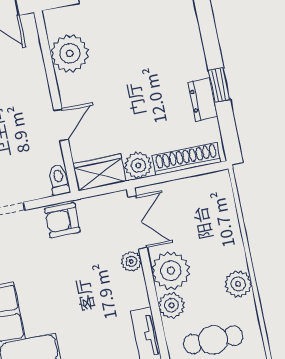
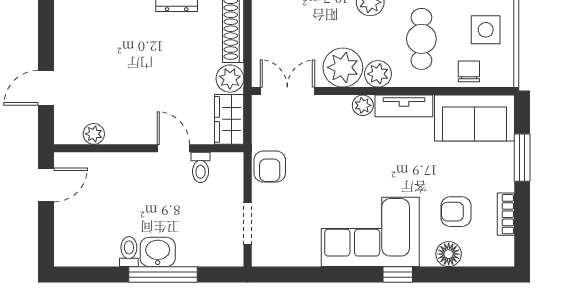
plant: (70, 53) -> (94, 134), width x0.53, depth x0.53
toilet: (59, 180) -> (201, 167), moved, turned -90
plant: (131, 261) -> (363, 105), moved

